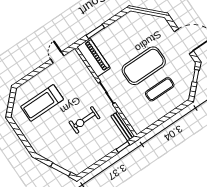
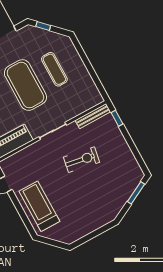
treadmill: (42, 103) -> (39, 206), moved, turned 180
exercise bike: (84, 120) -> (81, 160), turned -80

